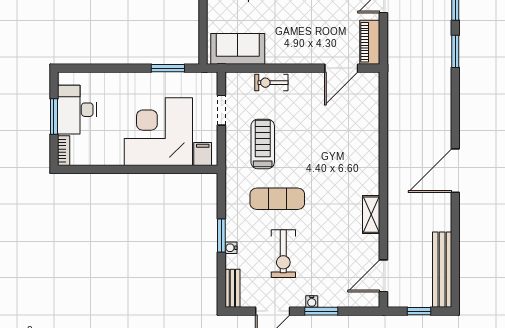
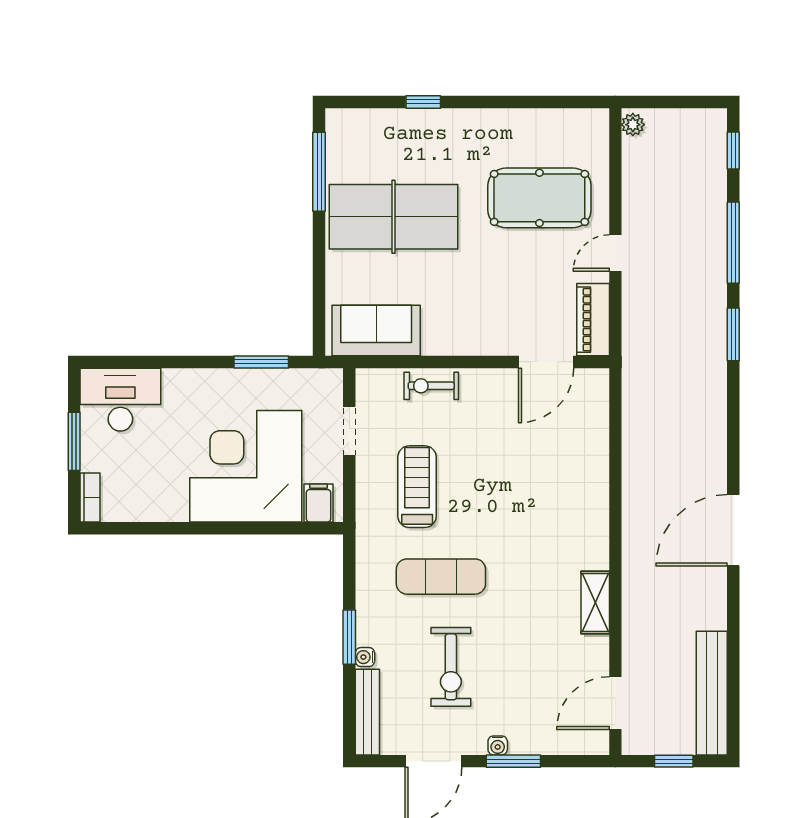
desk: (77, 110) -> (120, 400), moved, turned 90
bench: (232, 288) -> (367, 712), width x1.36

